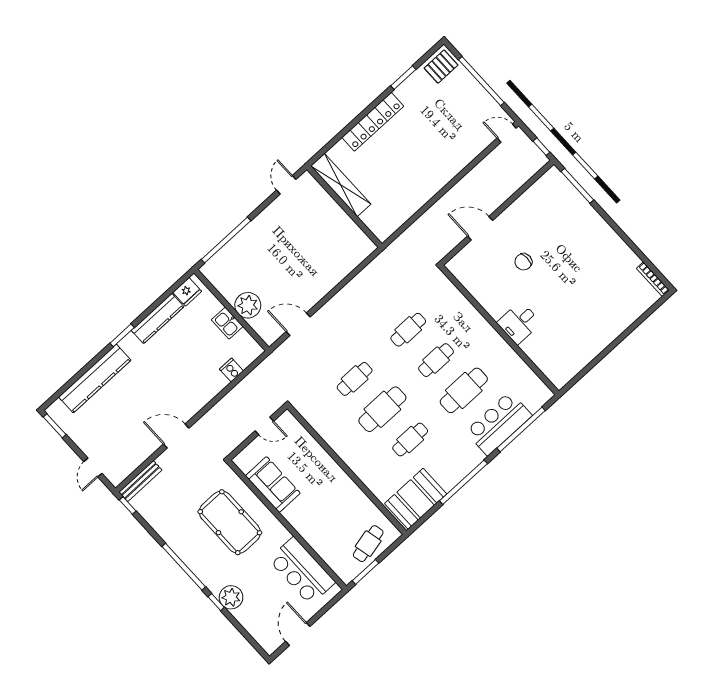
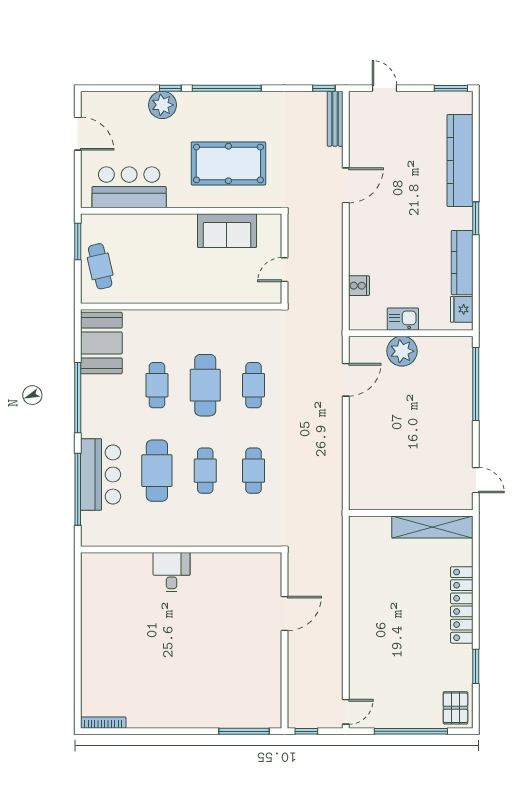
chair: (523, 262) -> (221, 624), removed

